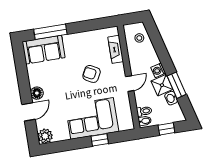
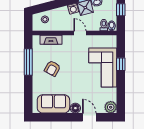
window: (50, 32) -> (28, 62), moved
sofa: (44, 50) -> (53, 104), moved, turned -90
armchair: (92, 74) -> (52, 68), moved

